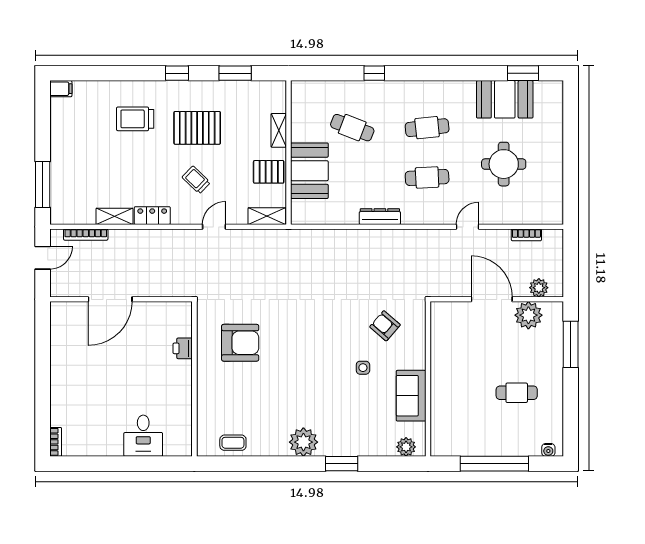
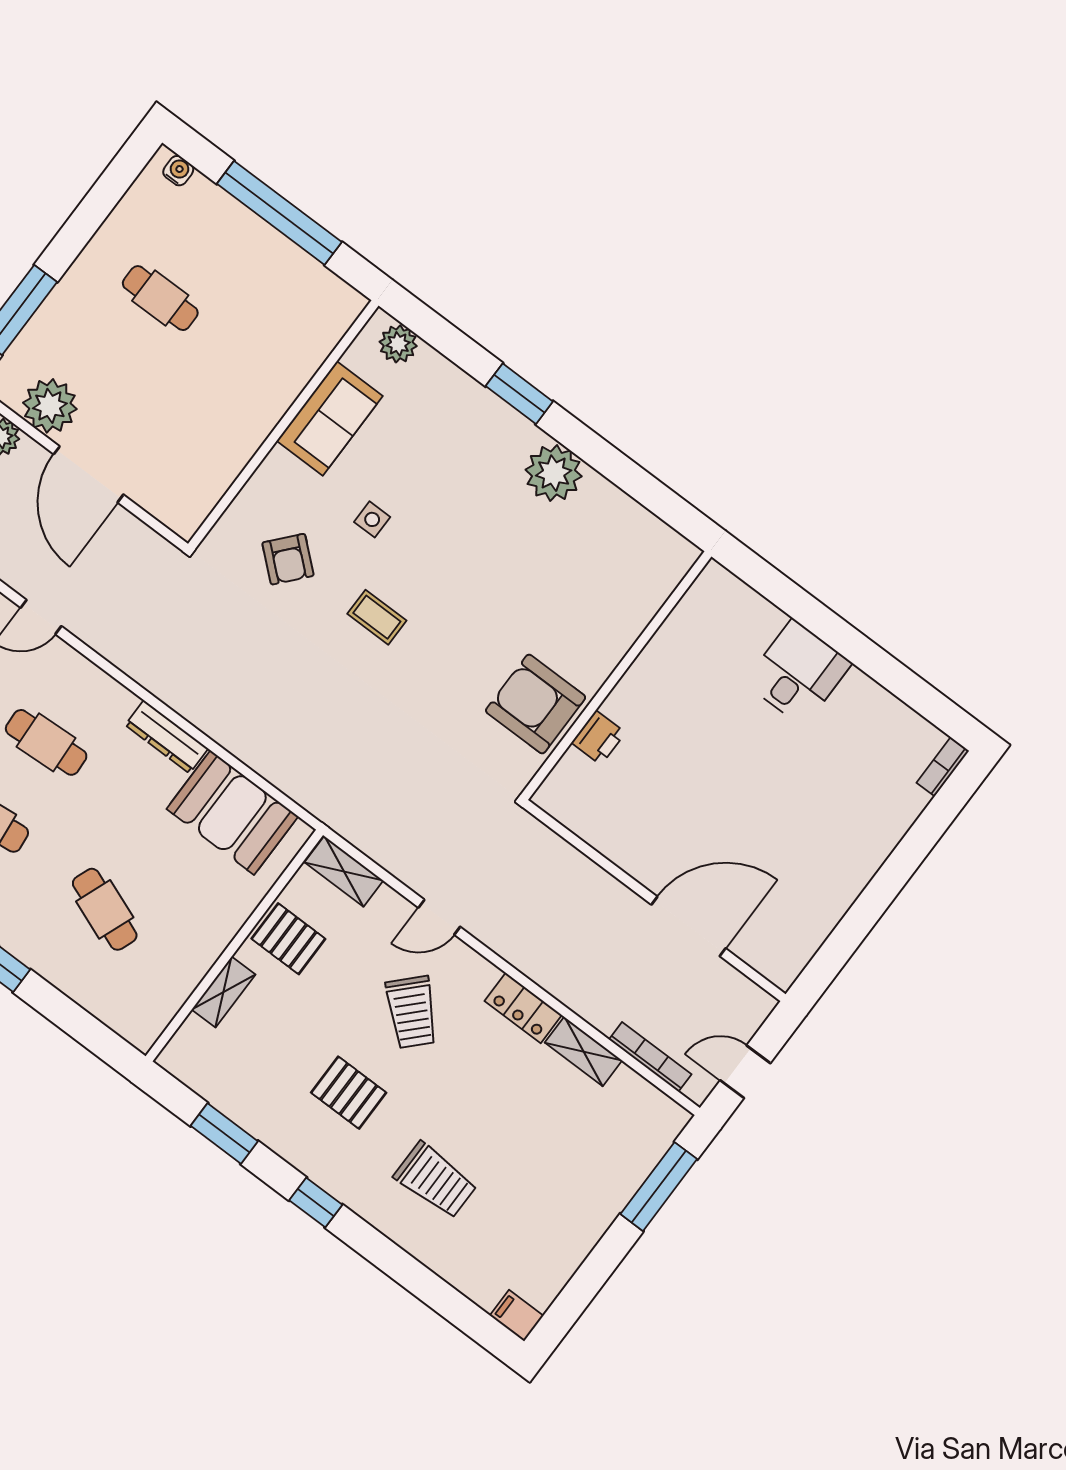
pallet: (197, 128) -> (349, 1093), width x0.67, depth x0.71
booth: (309, 171) -> (232, 813), moved, turned 90
trolley: (196, 180) -> (412, 1012), width x1.36, depth x1.39
printer: (183, 348) -> (598, 738), moved
wall: (194, 379) -> (616, 676), moved
coffee table: (233, 443) -> (377, 617), moved

